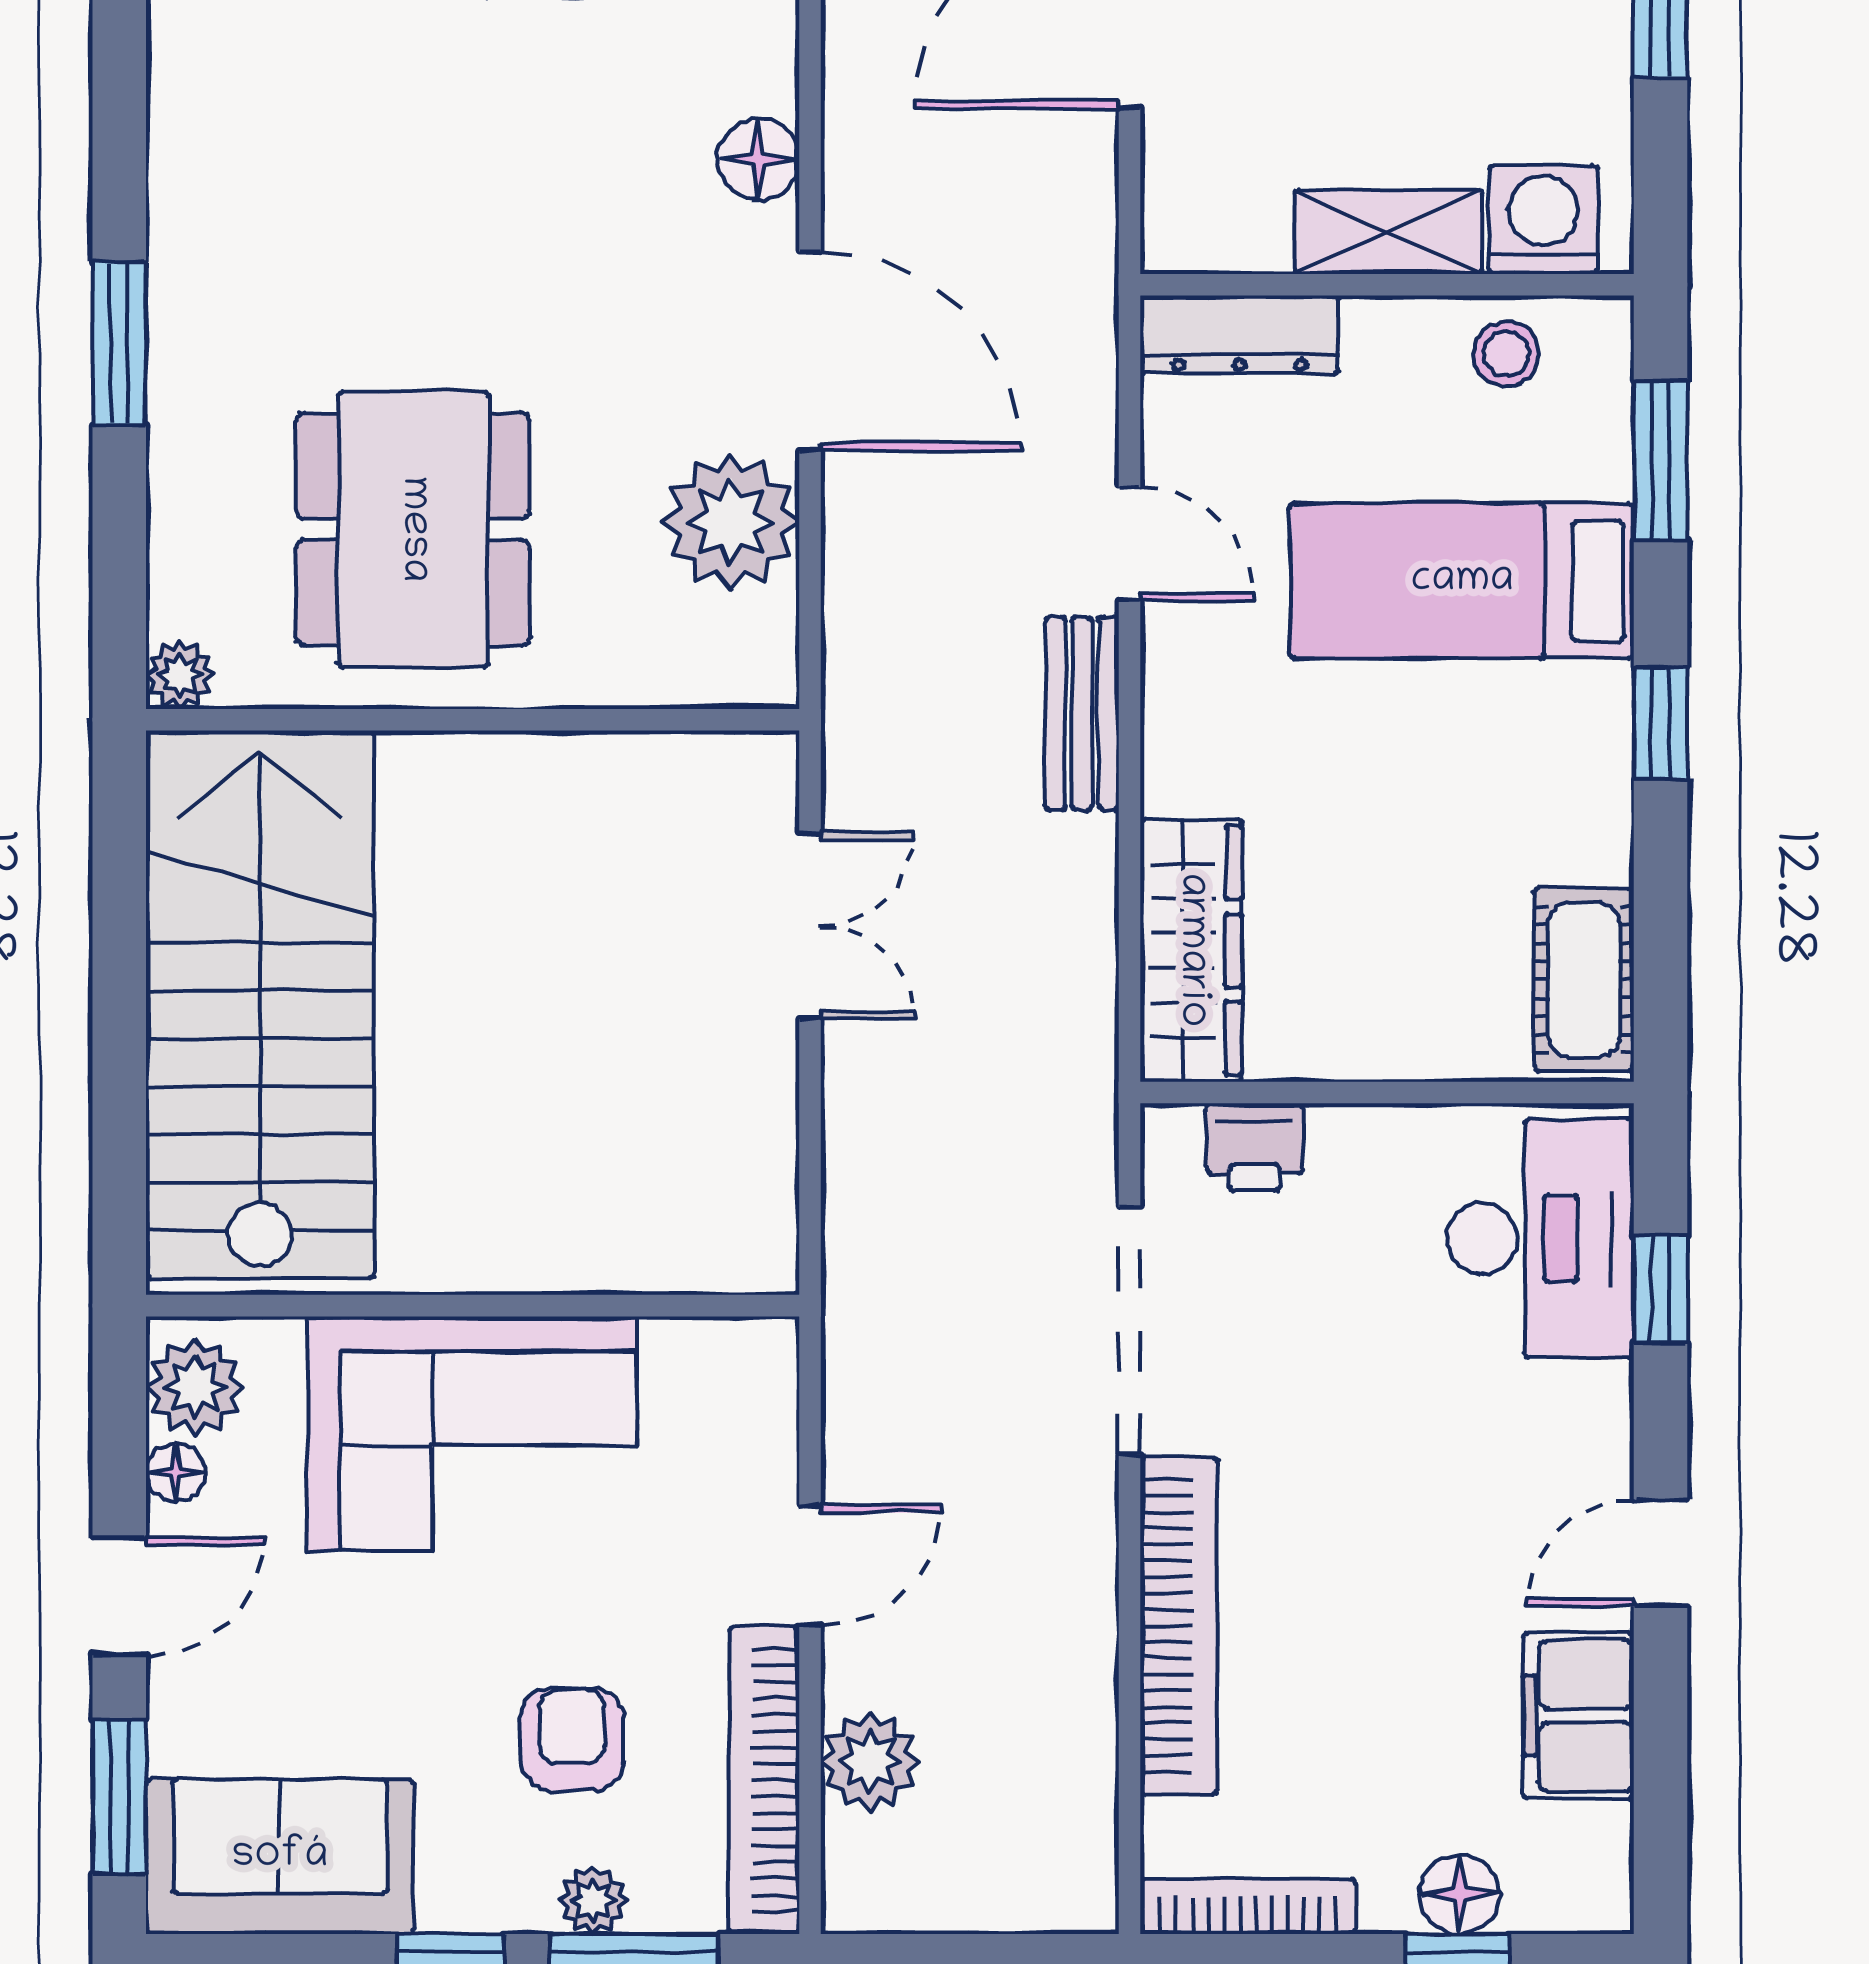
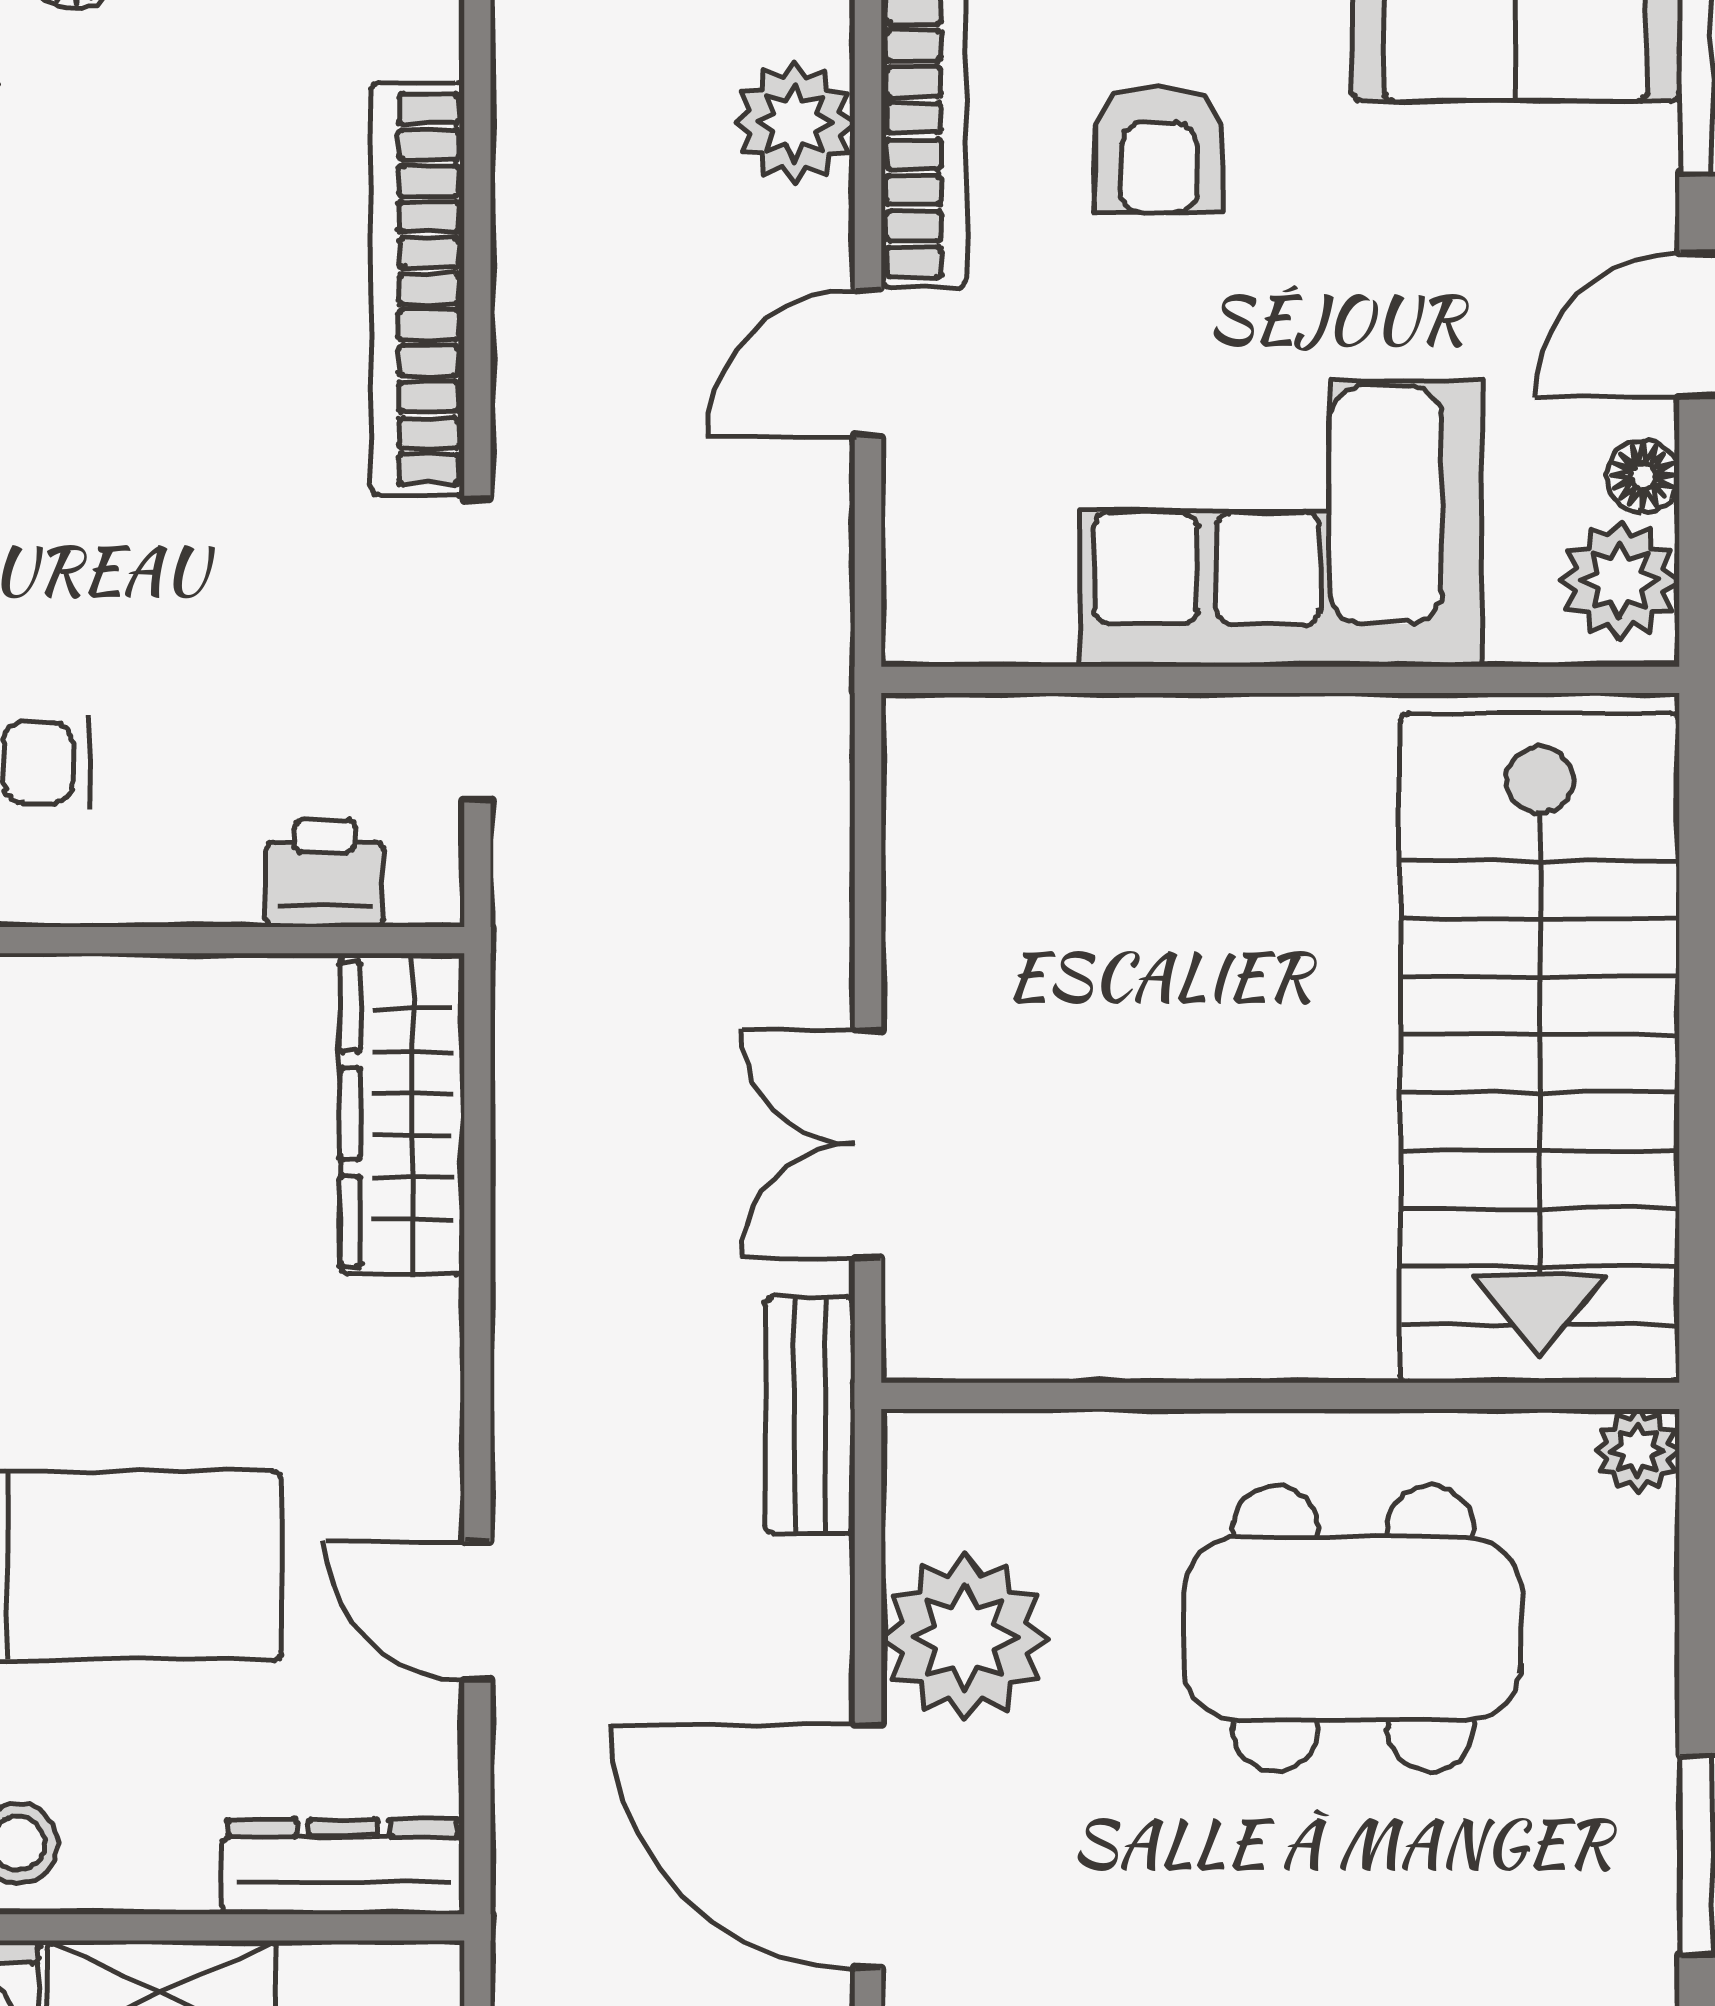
dining table: (413, 529) -> (1353, 1629), turned 90
bench: (1082, 713) -> (810, 1415), moved

